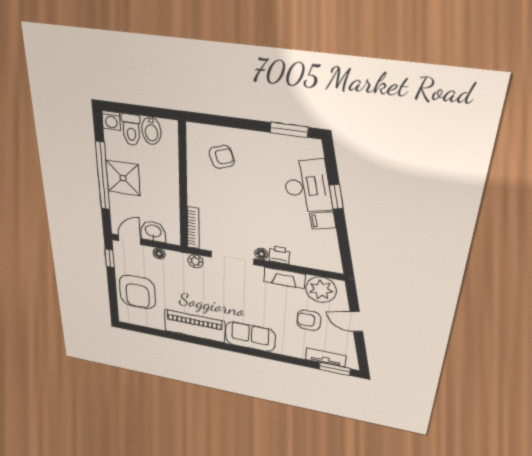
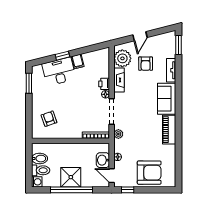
piano: (195, 326) -> (169, 130), width x0.73, depth x0.75
tv unit: (326, 358) -> (171, 70), moved

